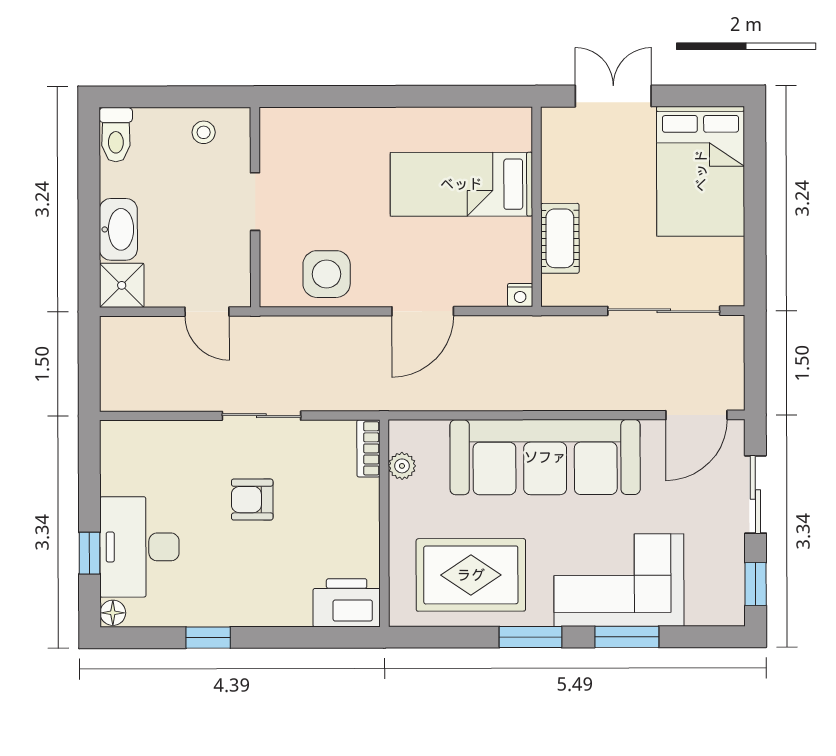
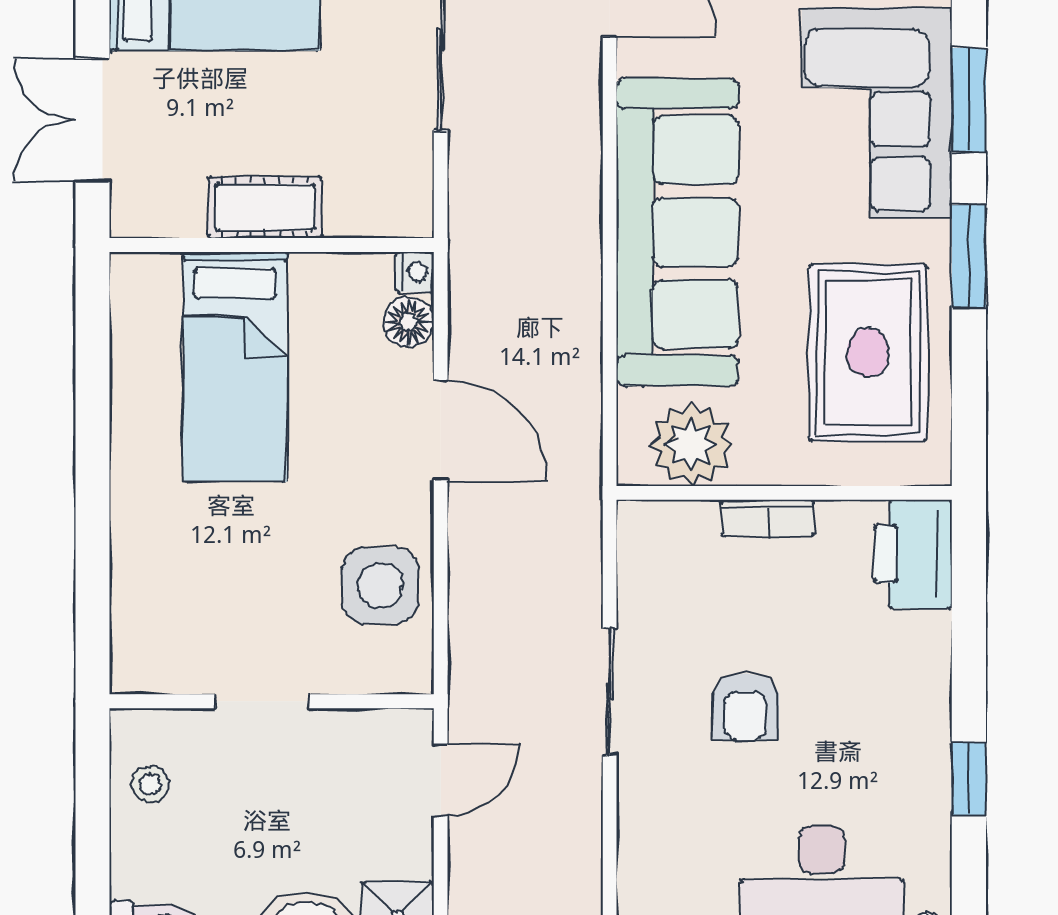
cot: (560, 238) -> (265, 207), moved
floor lamp: (489, 291) -> (408, 322), added
bookcase: (368, 448) -> (768, 518), moved
plant: (402, 466) -> (691, 444), width x1.88, depth x1.88

